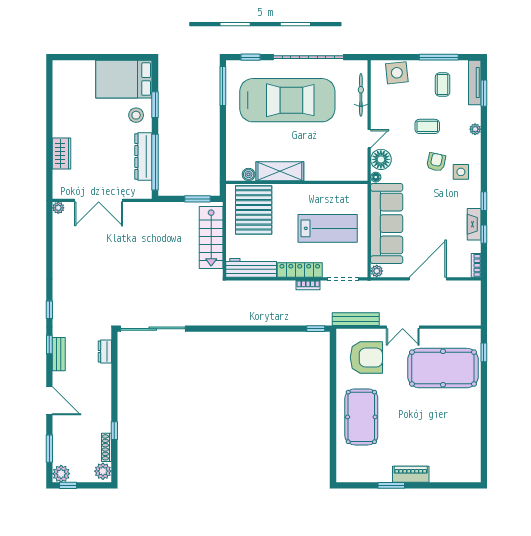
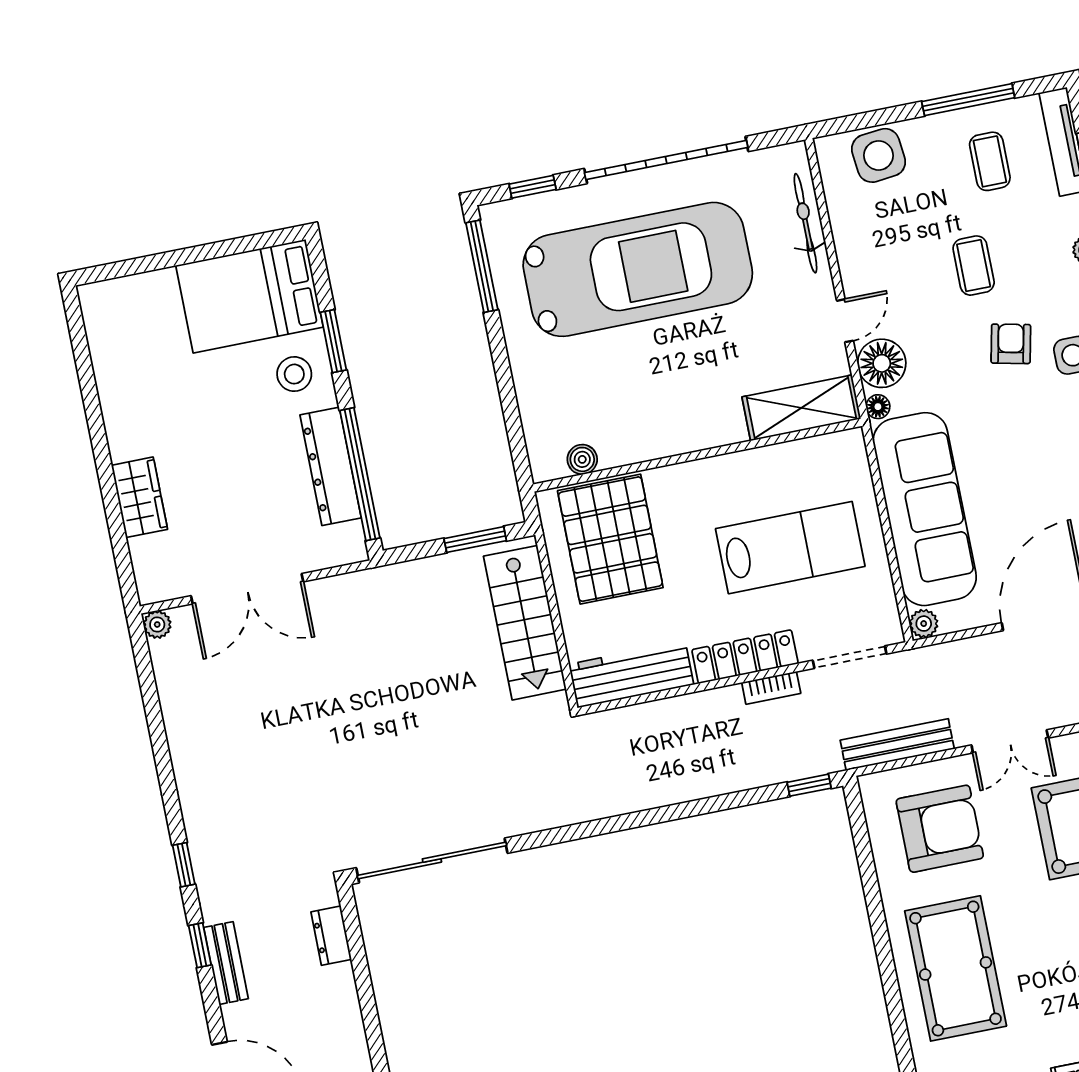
coffee table: (427, 126) -> (974, 266), turned 90
shelving: (280, 171) -> (801, 408), moved

